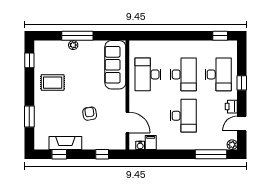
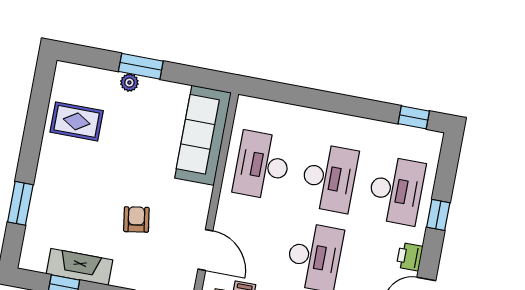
window: (77, 36) -> (141, 66), width x0.69
window: (29, 60) -> (40, 96), removed
rug: (53, 83) -> (77, 121), moved

